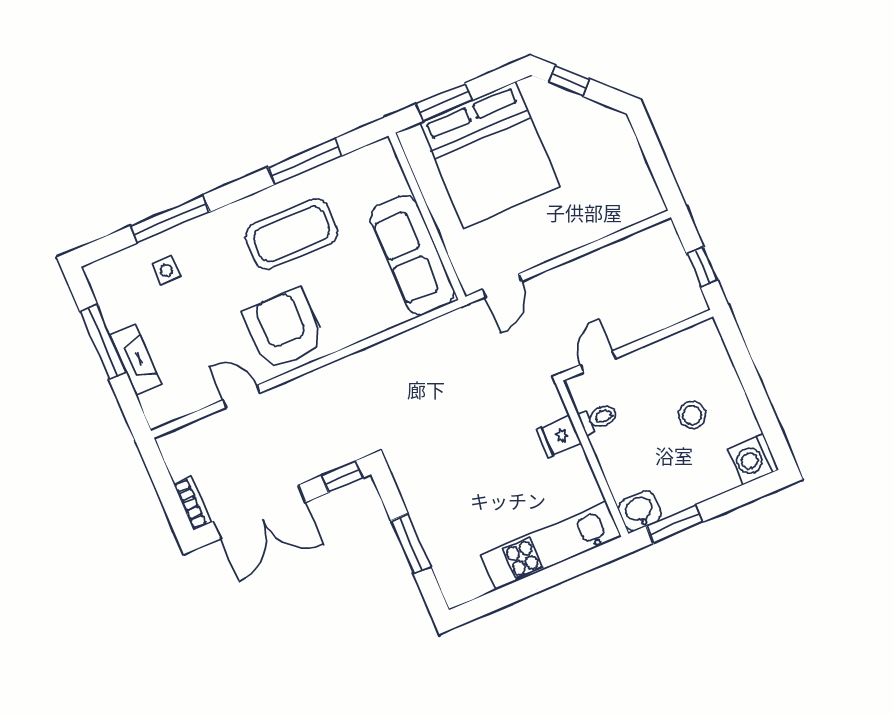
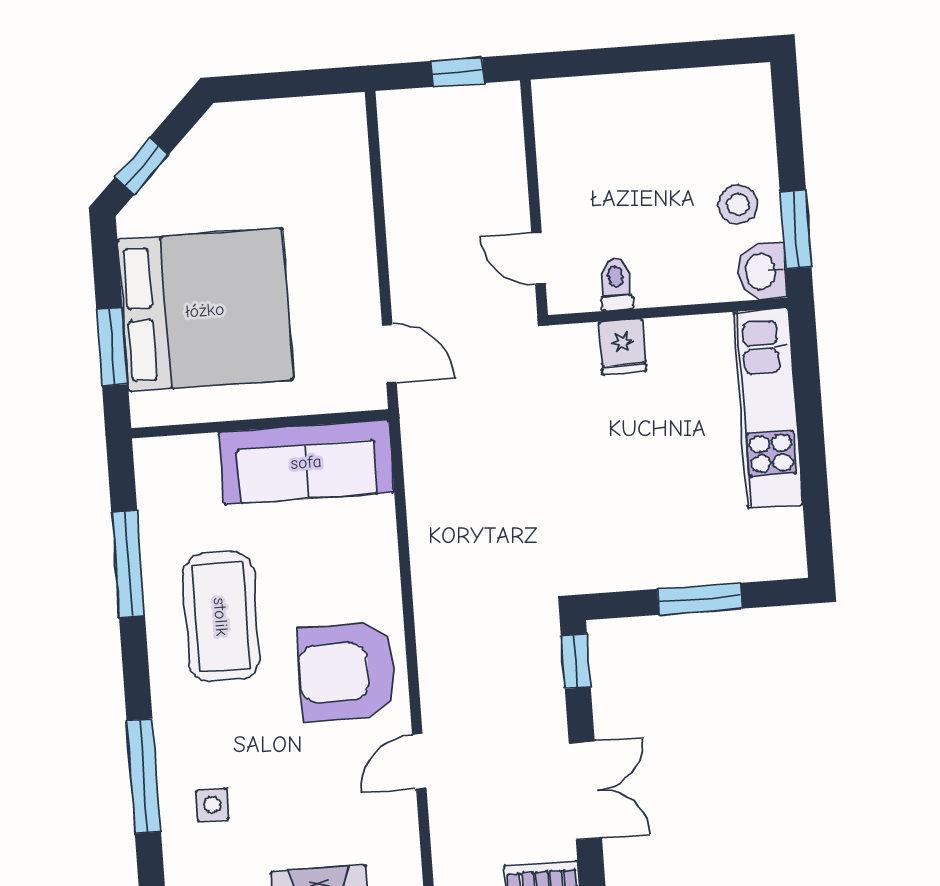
stool: (692, 415) -> (738, 205), moved
washing machine: (753, 459) -> (744, 92), removed
double door: (259, 512) -> (585, 791), width x0.73

